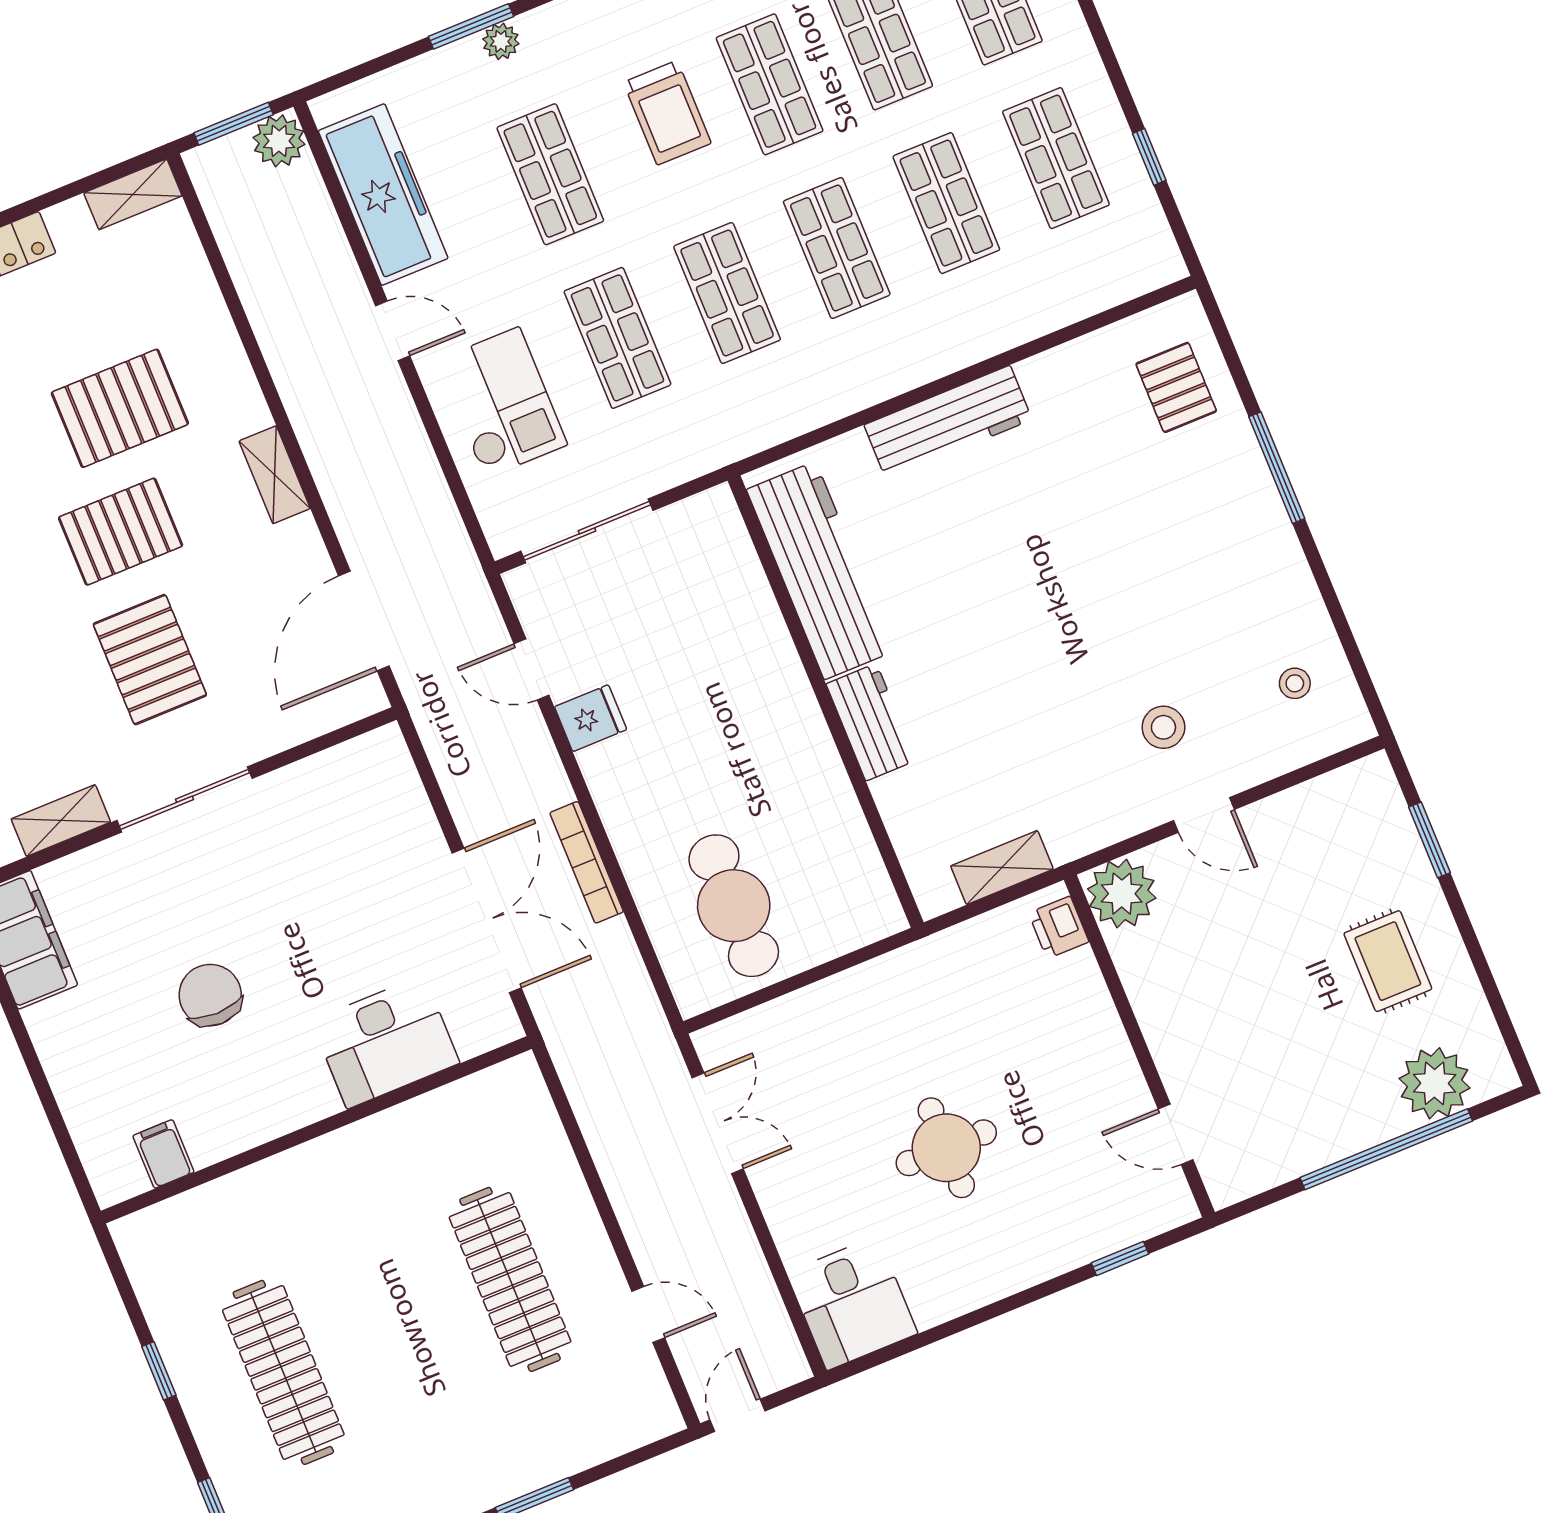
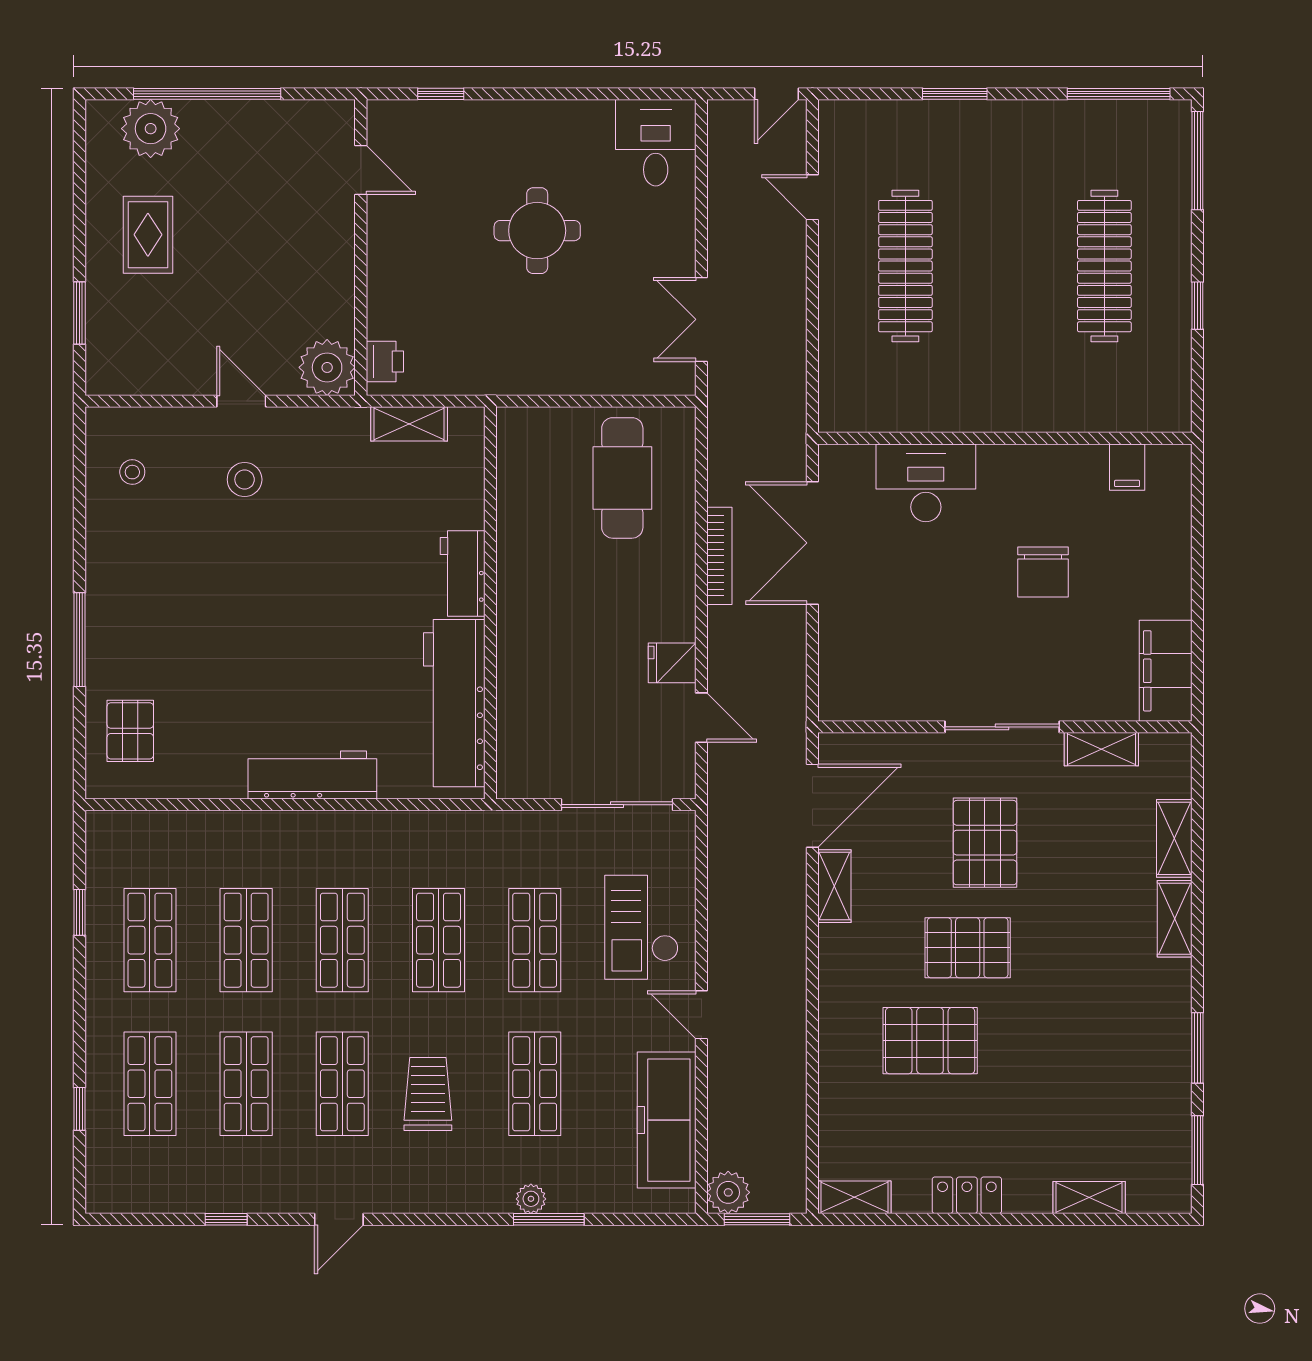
shelving: (275, 475) -> (834, 886), moved

